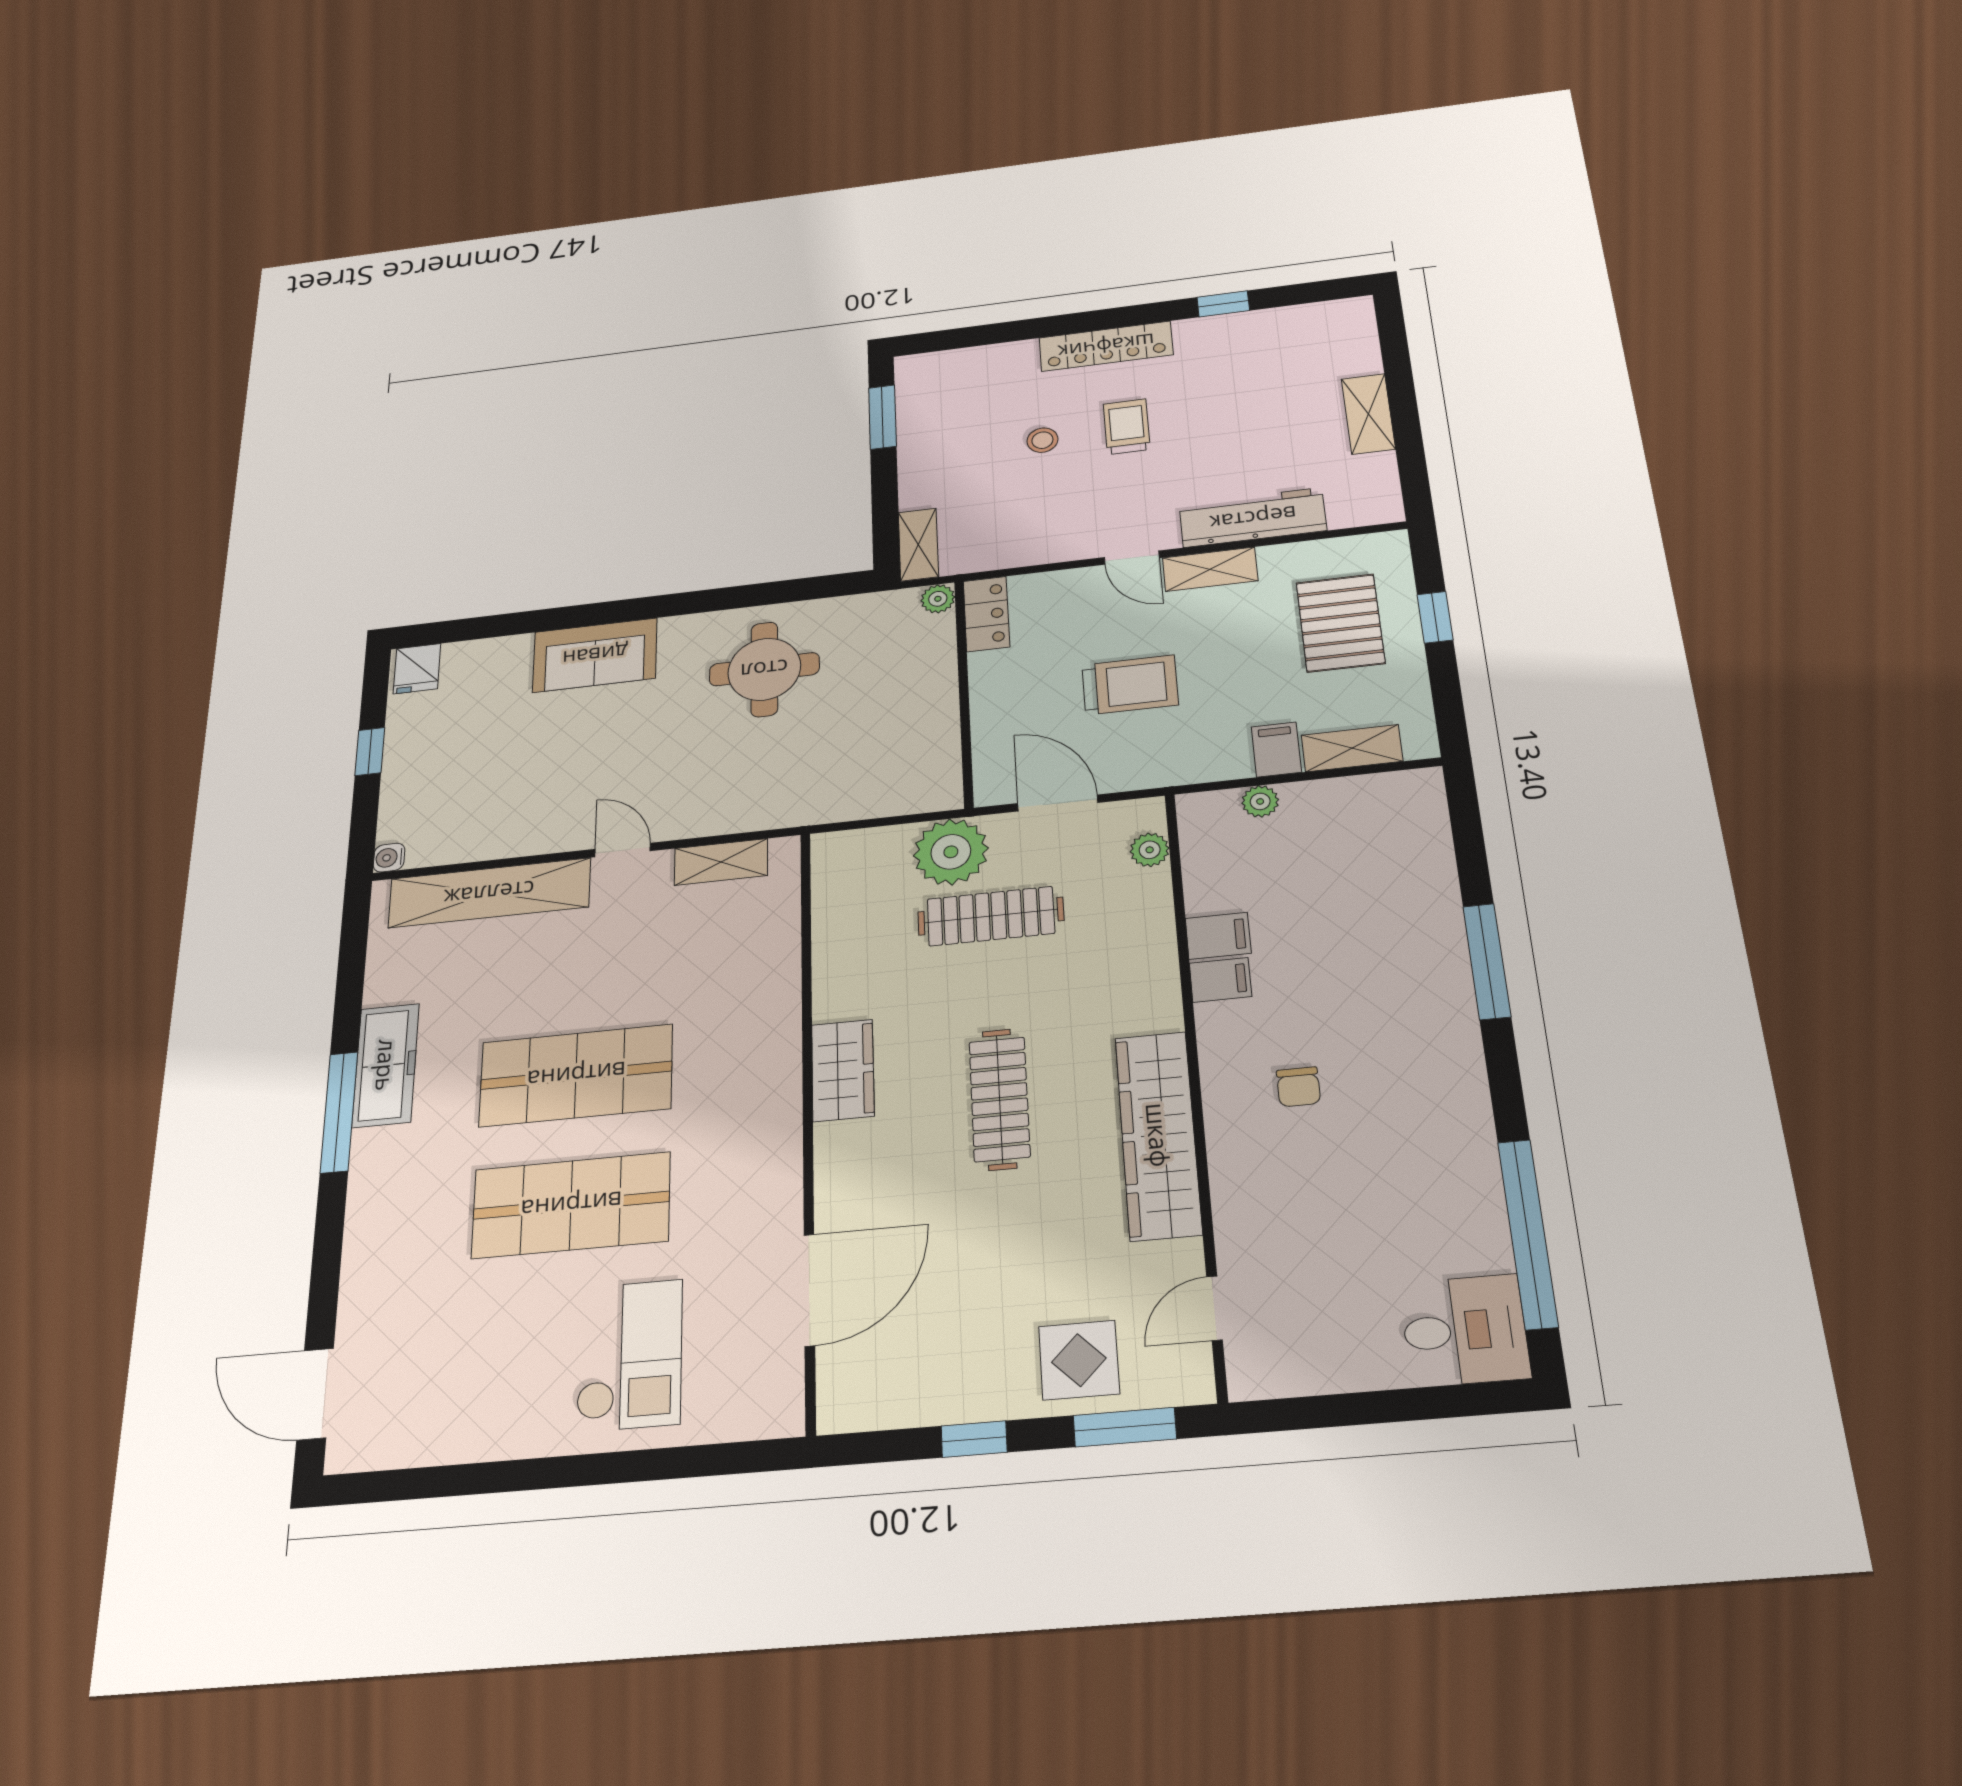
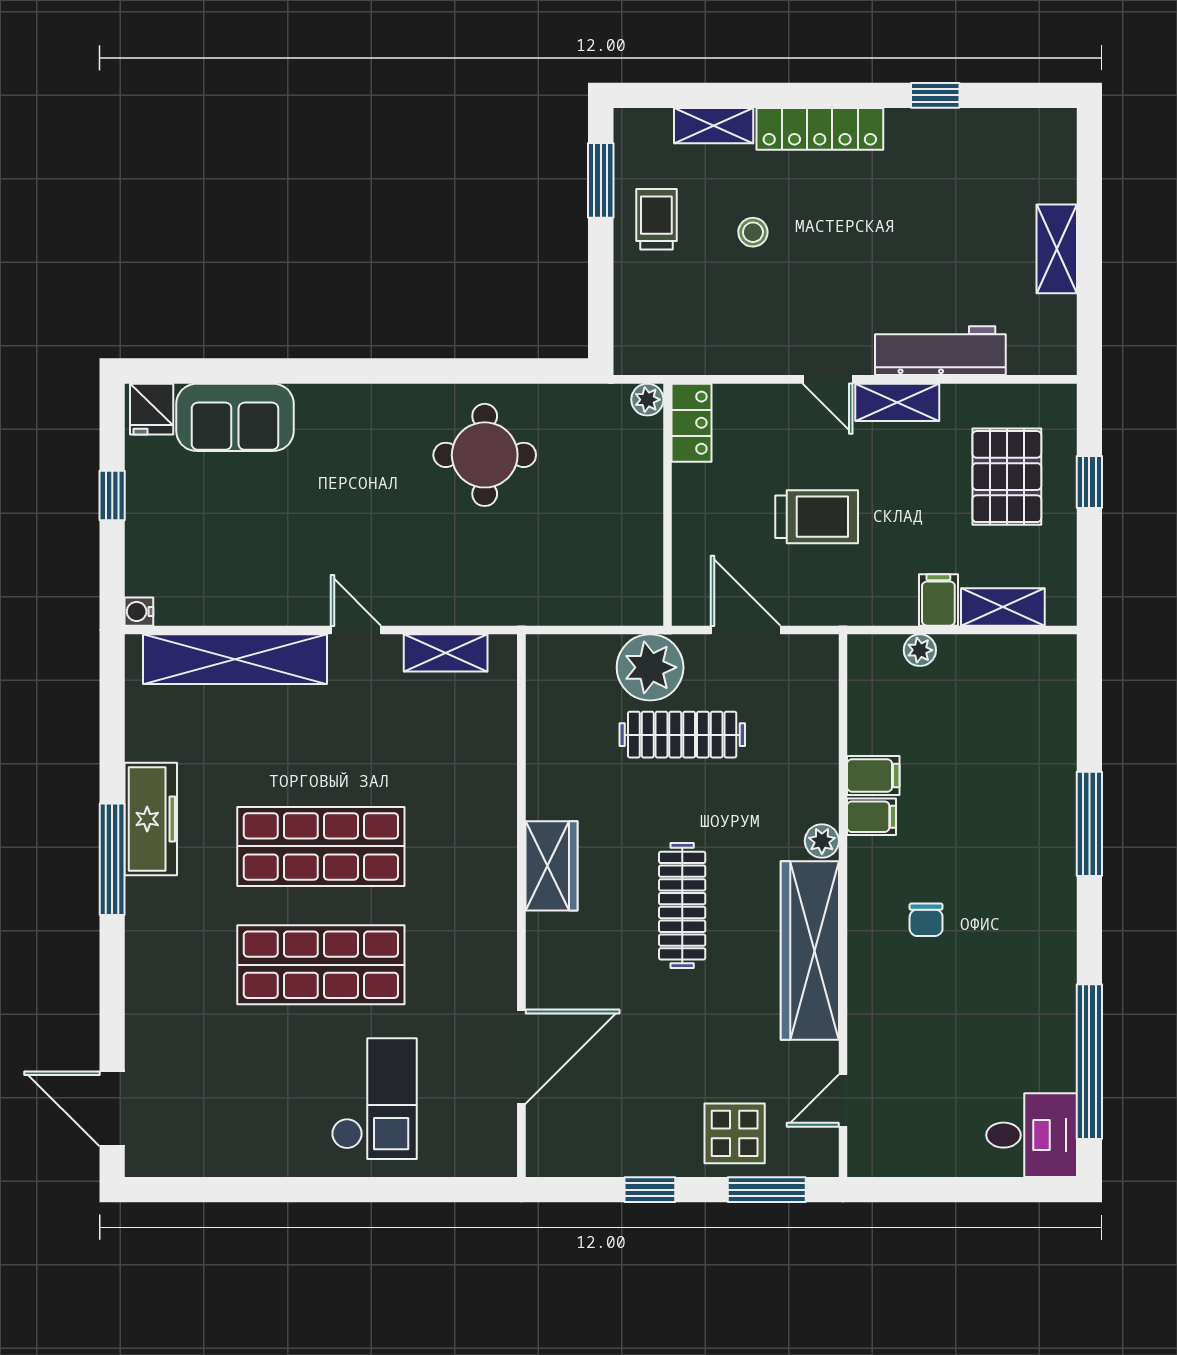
trolley: (1127, 427) -> (656, 219), moved
shelving: (918, 544) -> (714, 126), moved, turned 90
sofa: (595, 655) -> (235, 417), moved
plant: (1150, 850) -> (822, 841), moved

